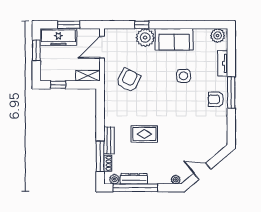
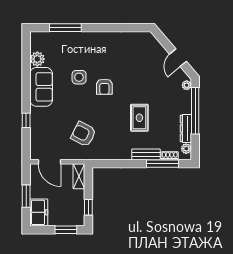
plant: (218, 36) -> (37, 59), moved
freezer: (58, 37) -> (39, 212), width x0.71
plant: (145, 38) -> (39, 117), removed
window: (36, 50) -> (66, 230), moved
tv unit: (223, 63) -> (66, 37), removed
window: (231, 93) -> (65, 28), moved
armchair: (216, 99) -> (104, 87), moved
window: (135, 188) -> (195, 111), moved

